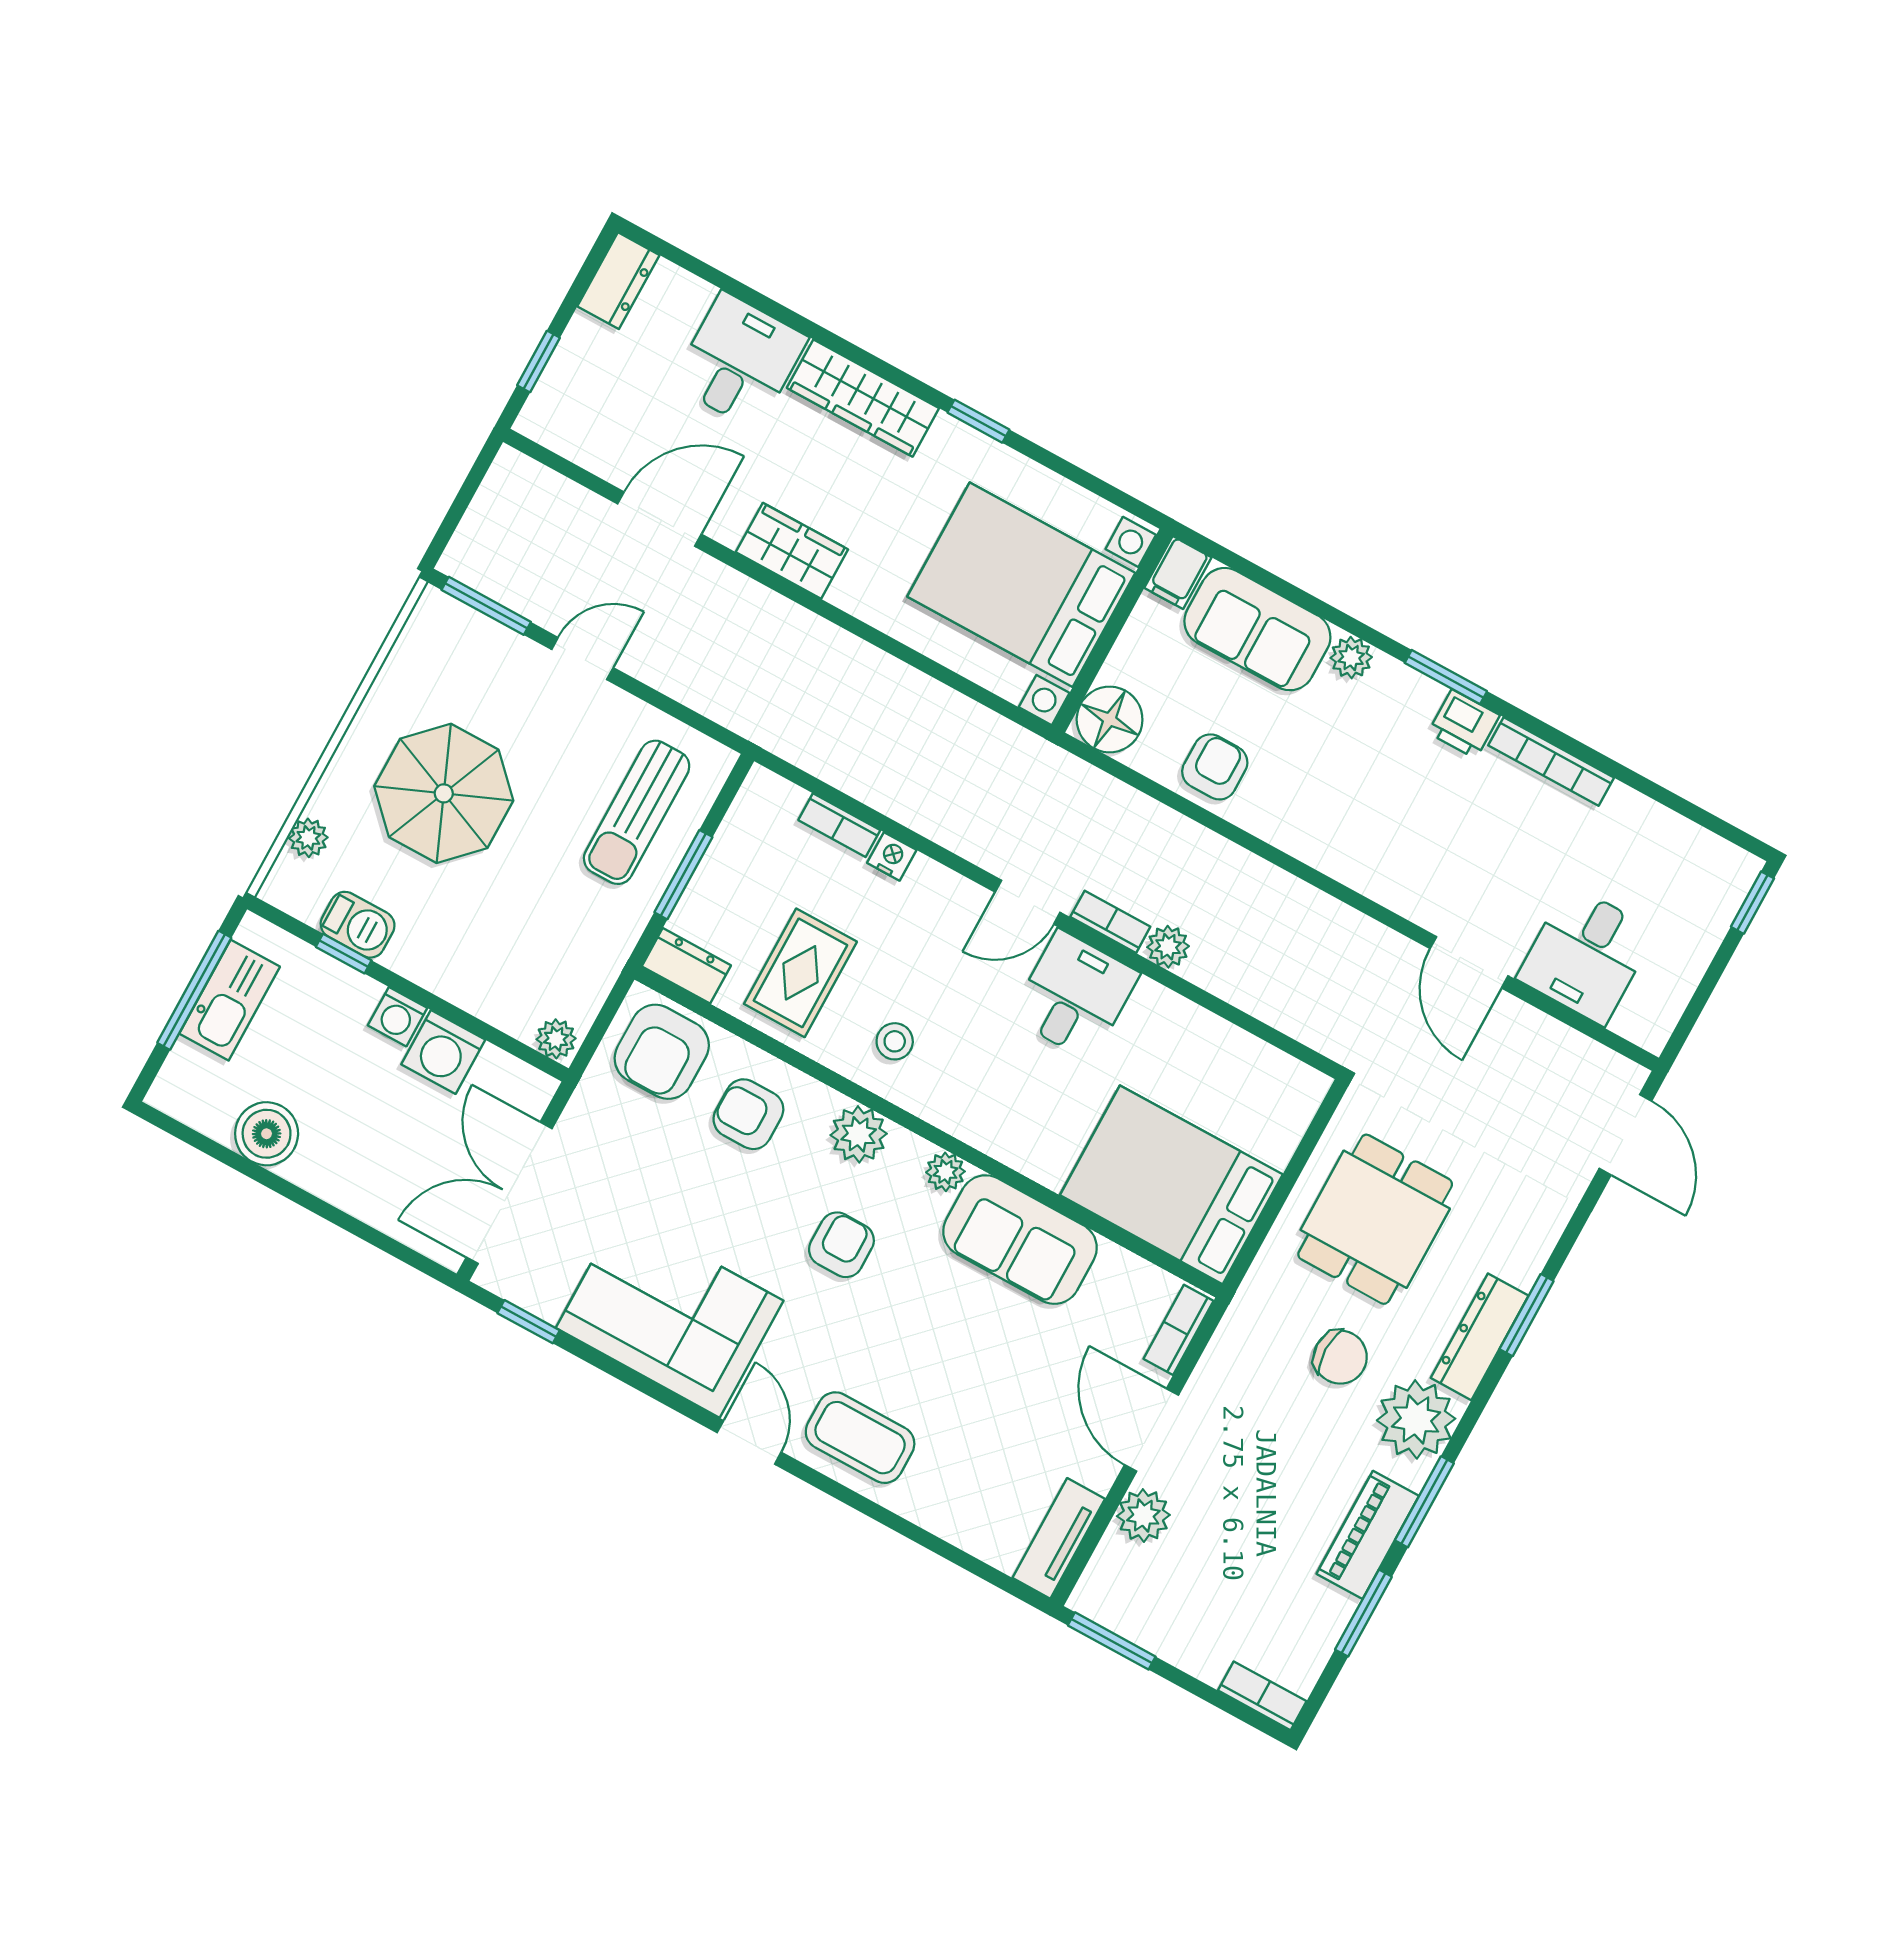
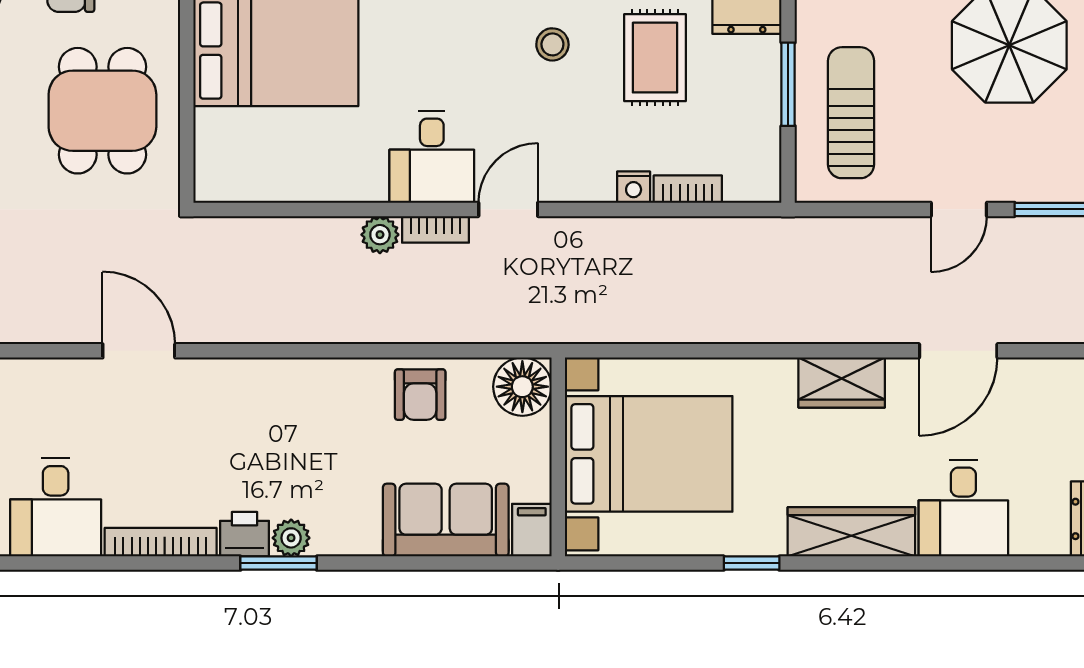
plant: (1351, 658) -> (291, 538), moved
desk: (1586, 955) -> (56, 507), moved, turned 180

